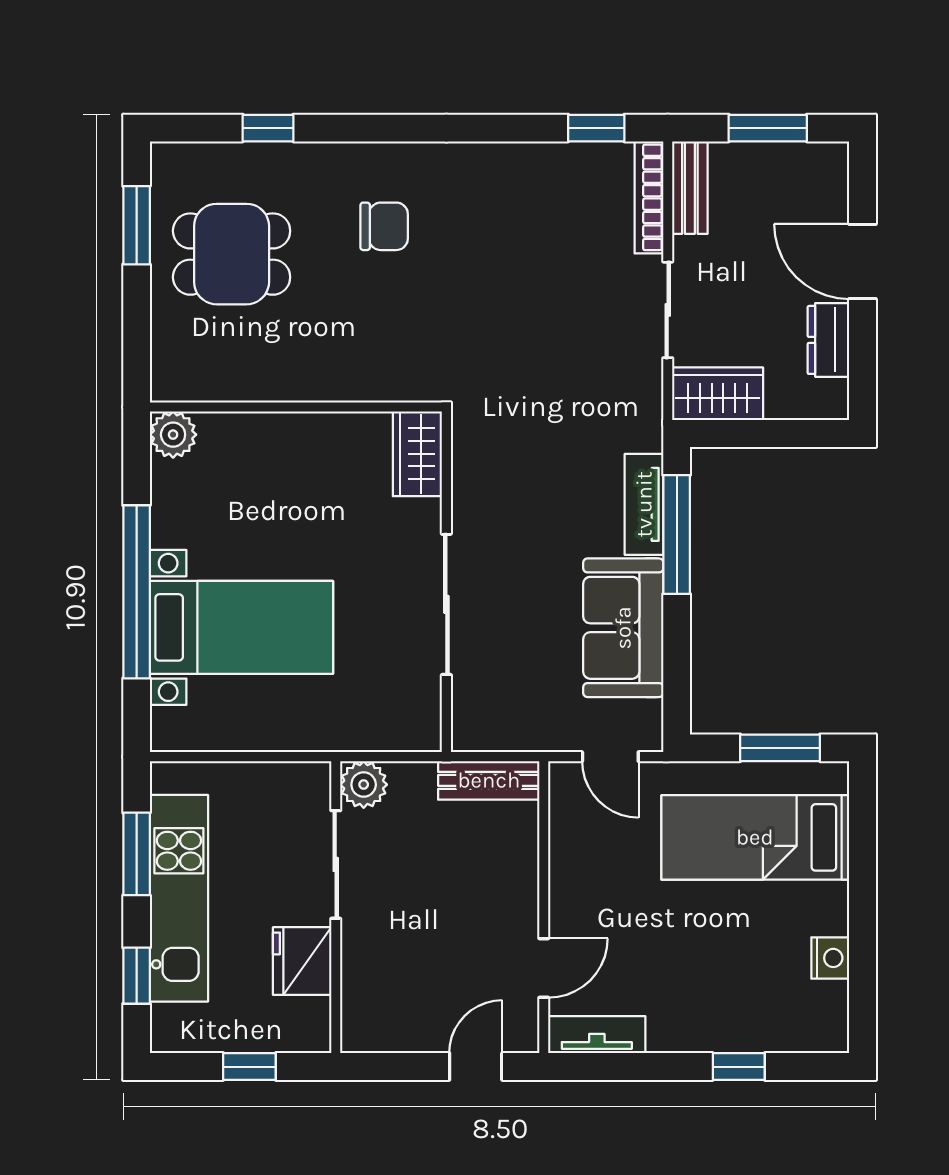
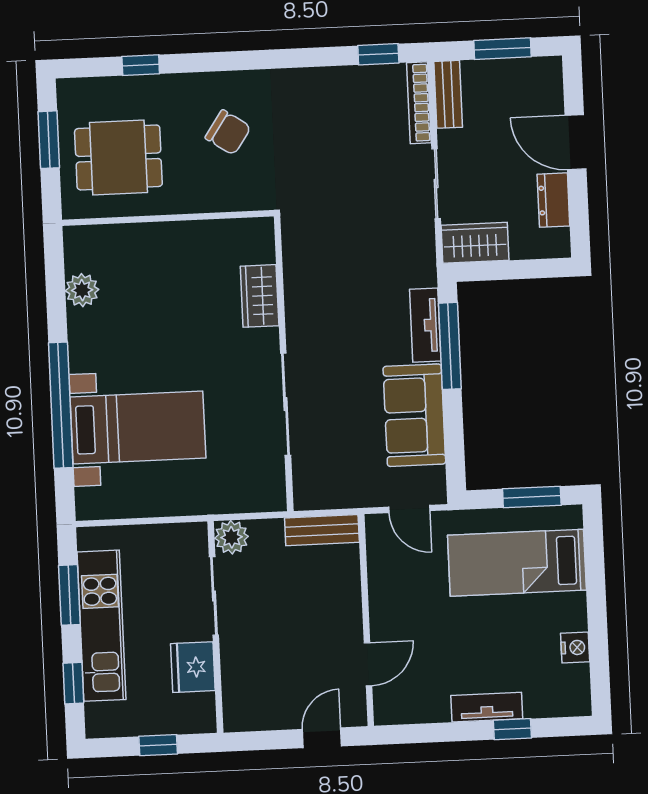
chair: (384, 226) -> (228, 132), turned 34
wall: (296, 407) -> (168, 218), moved
tv unit: (597, 1035) -> (487, 707), moved

